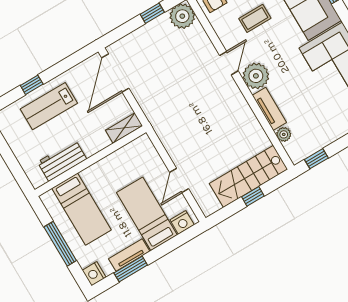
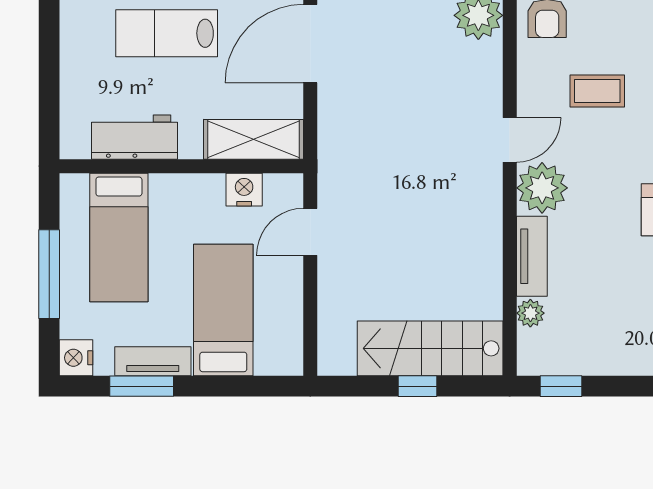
shelving: (124, 128) -> (253, 139), width x1.50, depth x1.33
door: (179, 181) -> (310, 232), moved
nightstand: (182, 222) -> (244, 190), moved, turned 180

